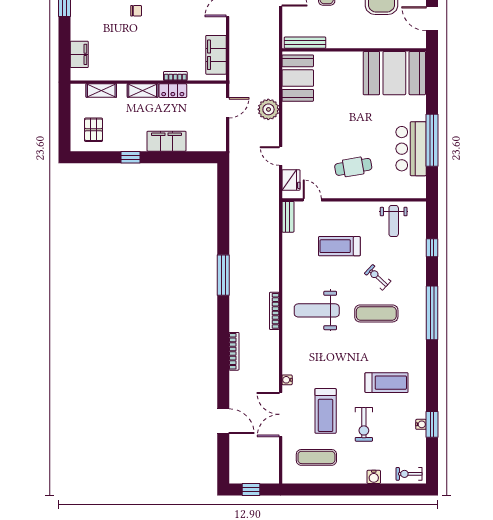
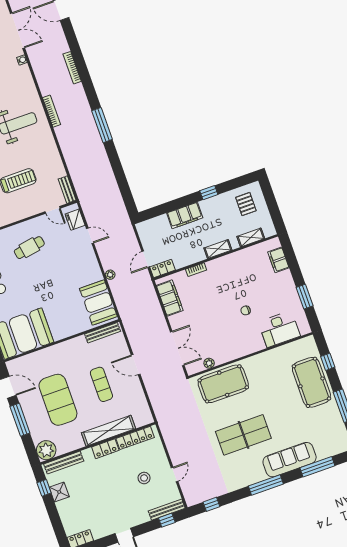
locker: (173, 91) -> (162, 269), moved
plant: (268, 109) -> (110, 275), width x0.53, depth x0.53

